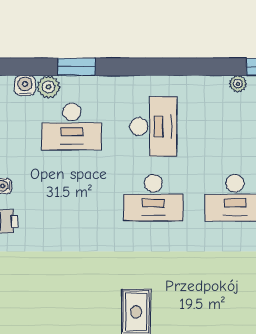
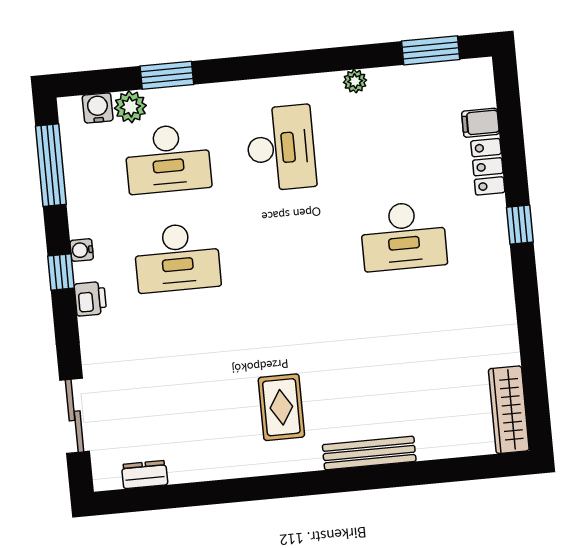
plant: (238, 84) -> (355, 81), moved
desk: (153, 198) -> (177, 258), moved

